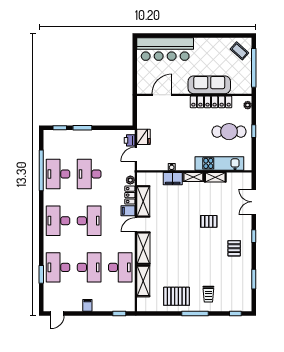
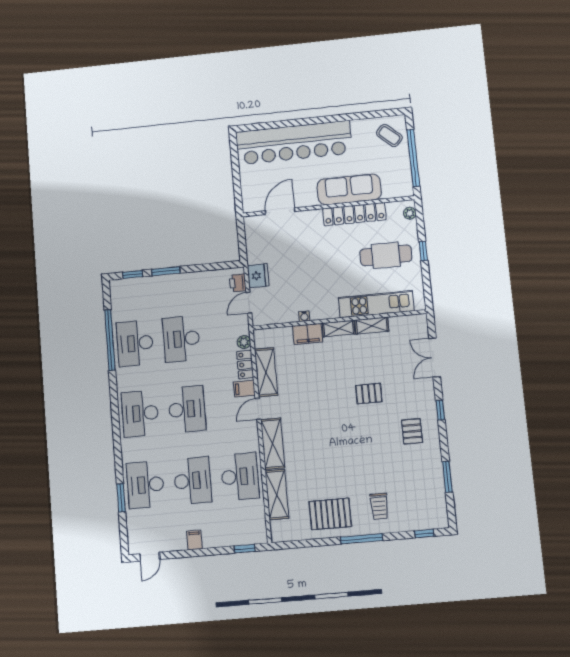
bar counter: (165, 49) -> (294, 143), width x1.36

